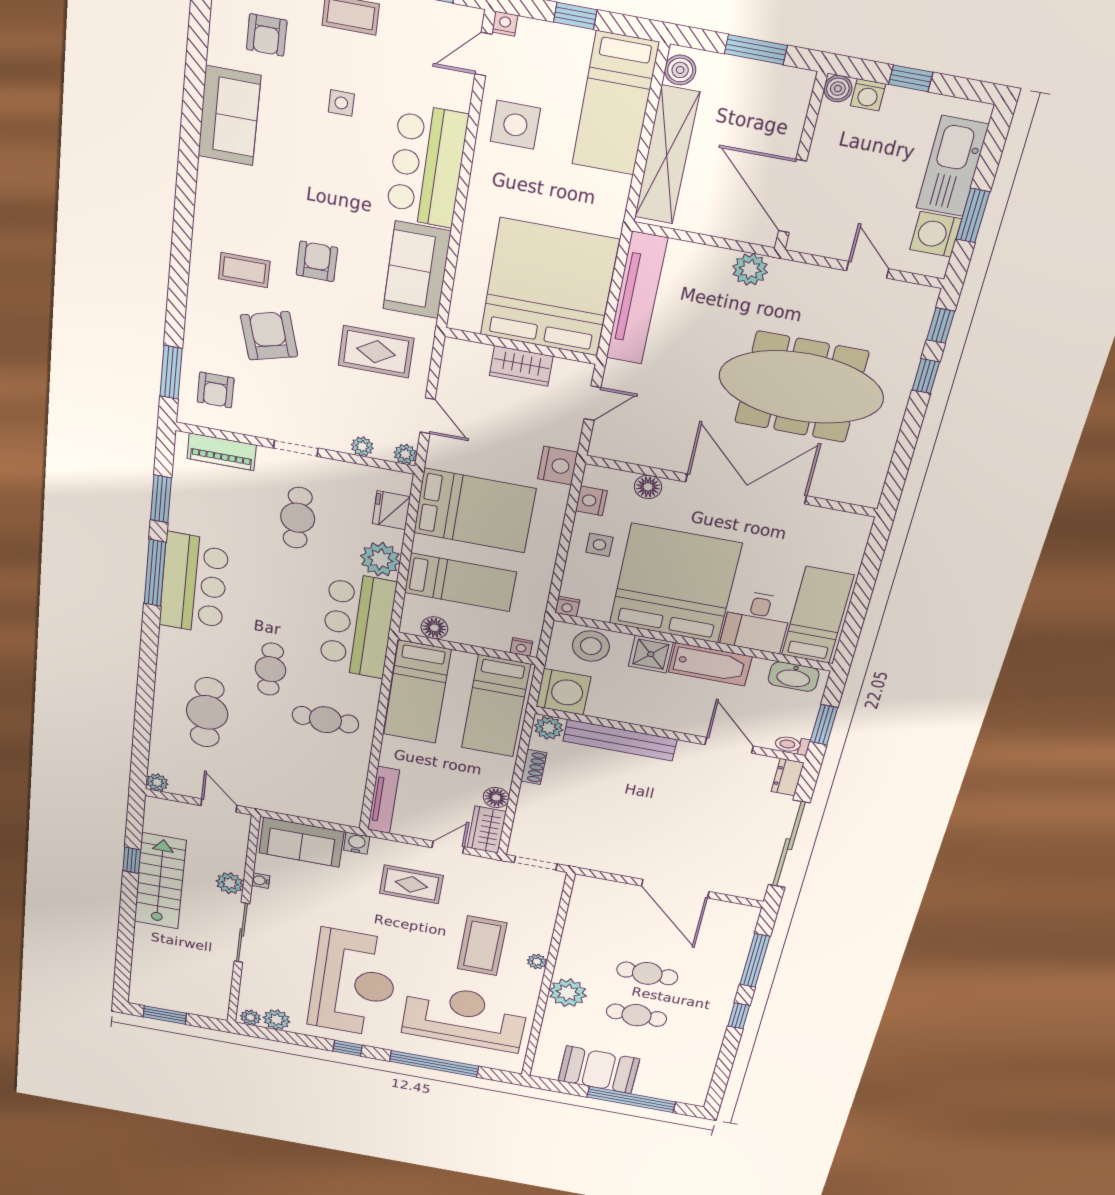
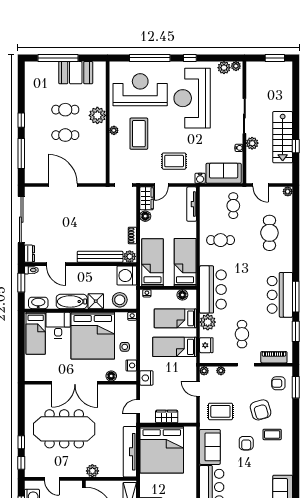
armchair: (216, 390) -> (278, 383), turned -90
bed: (475, 511) -> (175, 347), width x0.67
cafe table: (270, 669) -> (233, 206), moved
reception desk: (465, 1017) -> (140, 90), turned 180

